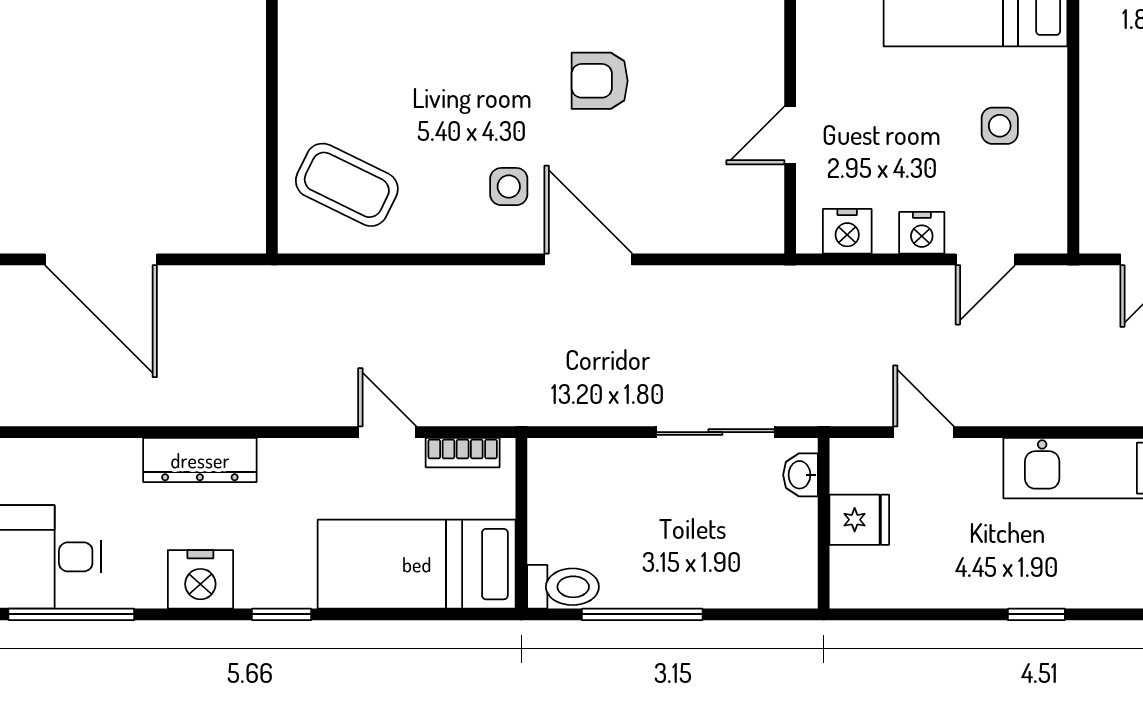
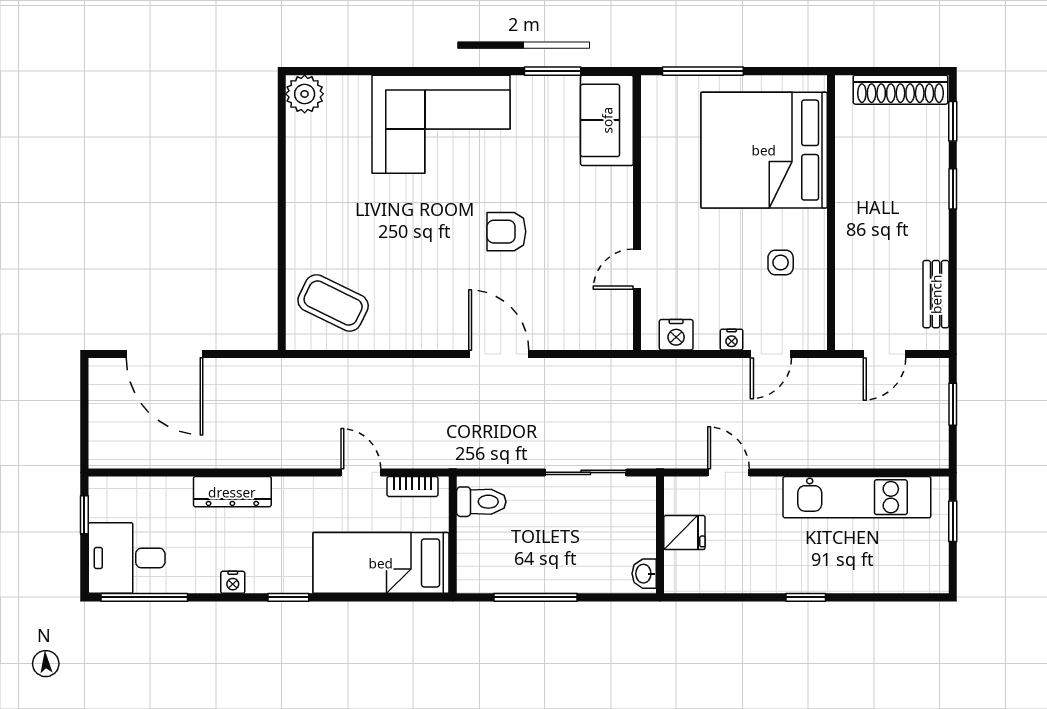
side table: (509, 187) -> (444, 304), removed
nightstand: (922, 233) -> (732, 340), width x0.72, depth x0.74
washbasin: (801, 475) -> (644, 574), moved
nightstand: (200, 579) -> (233, 582), width x0.53, depth x0.56
toilet: (563, 587) -> (481, 502), moved

